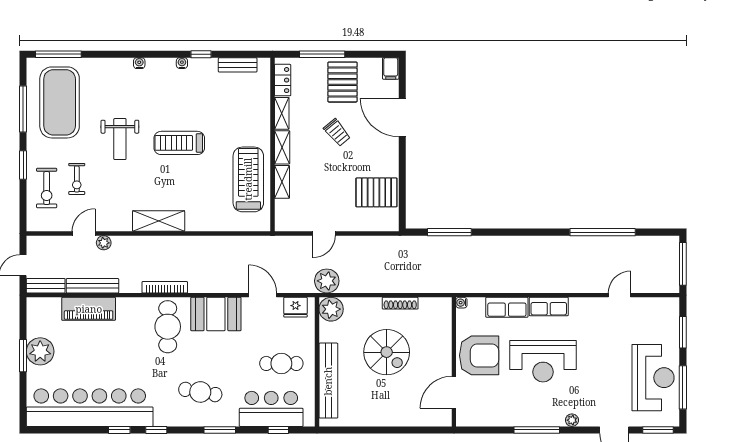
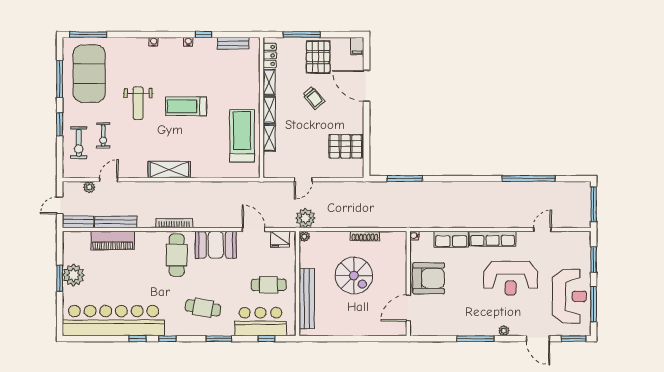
plant: (104, 243) -> (89, 187), moved
row of seats: (549, 306) -> (493, 239), width x1.48
plant: (331, 309) -> (304, 236), width x0.53, depth x0.53
reception desk: (543, 361) -> (511, 278), moved

